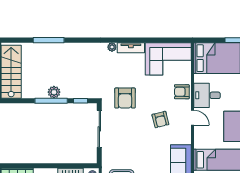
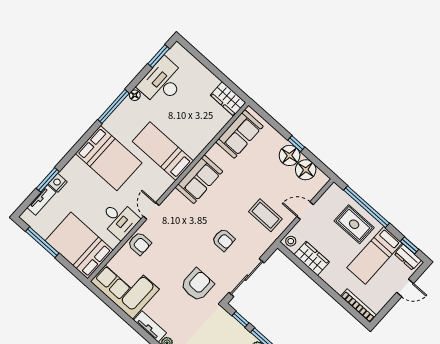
armchair: (160, 119) -> (223, 240), moved, turned 104

